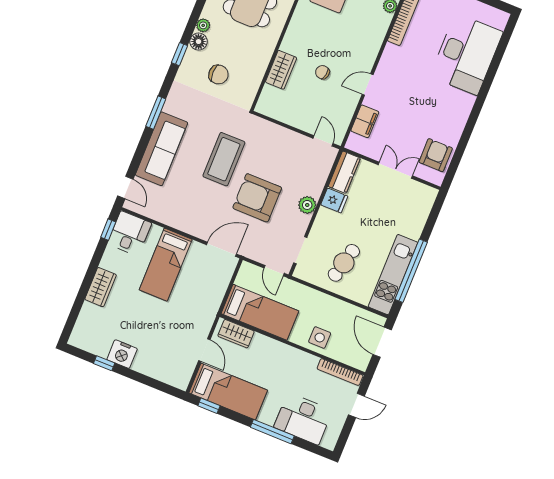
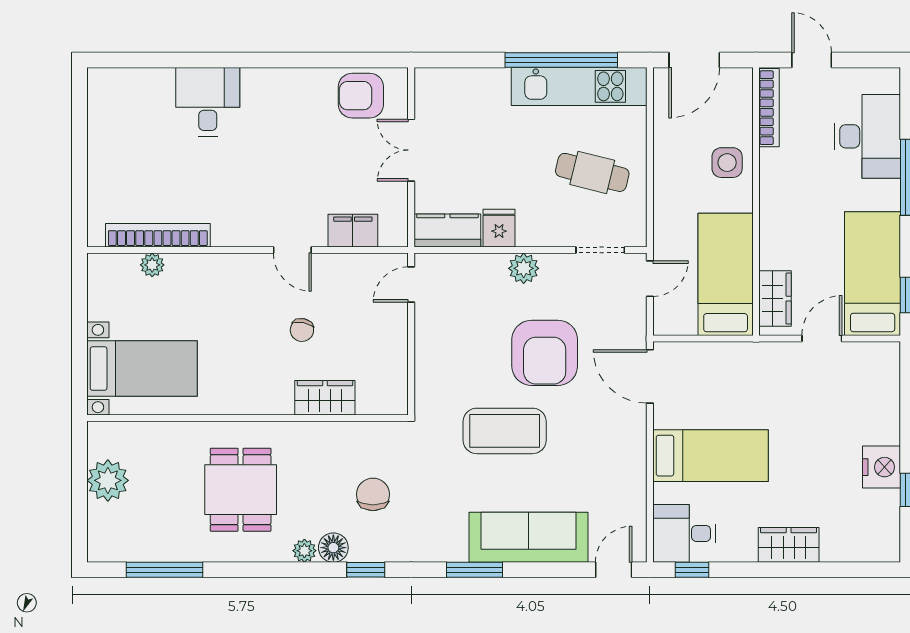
desk: (466, 54) -> (208, 102), width x0.53, depth x0.77

